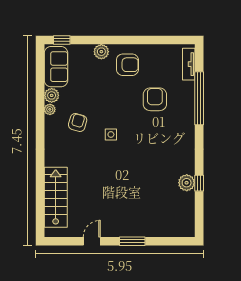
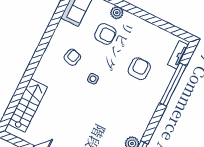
armchair: (127, 65) -> (105, 34), moved
plant: (52, 95) -> (63, 27), removed
plant: (50, 109) -> (56, 37), removed

